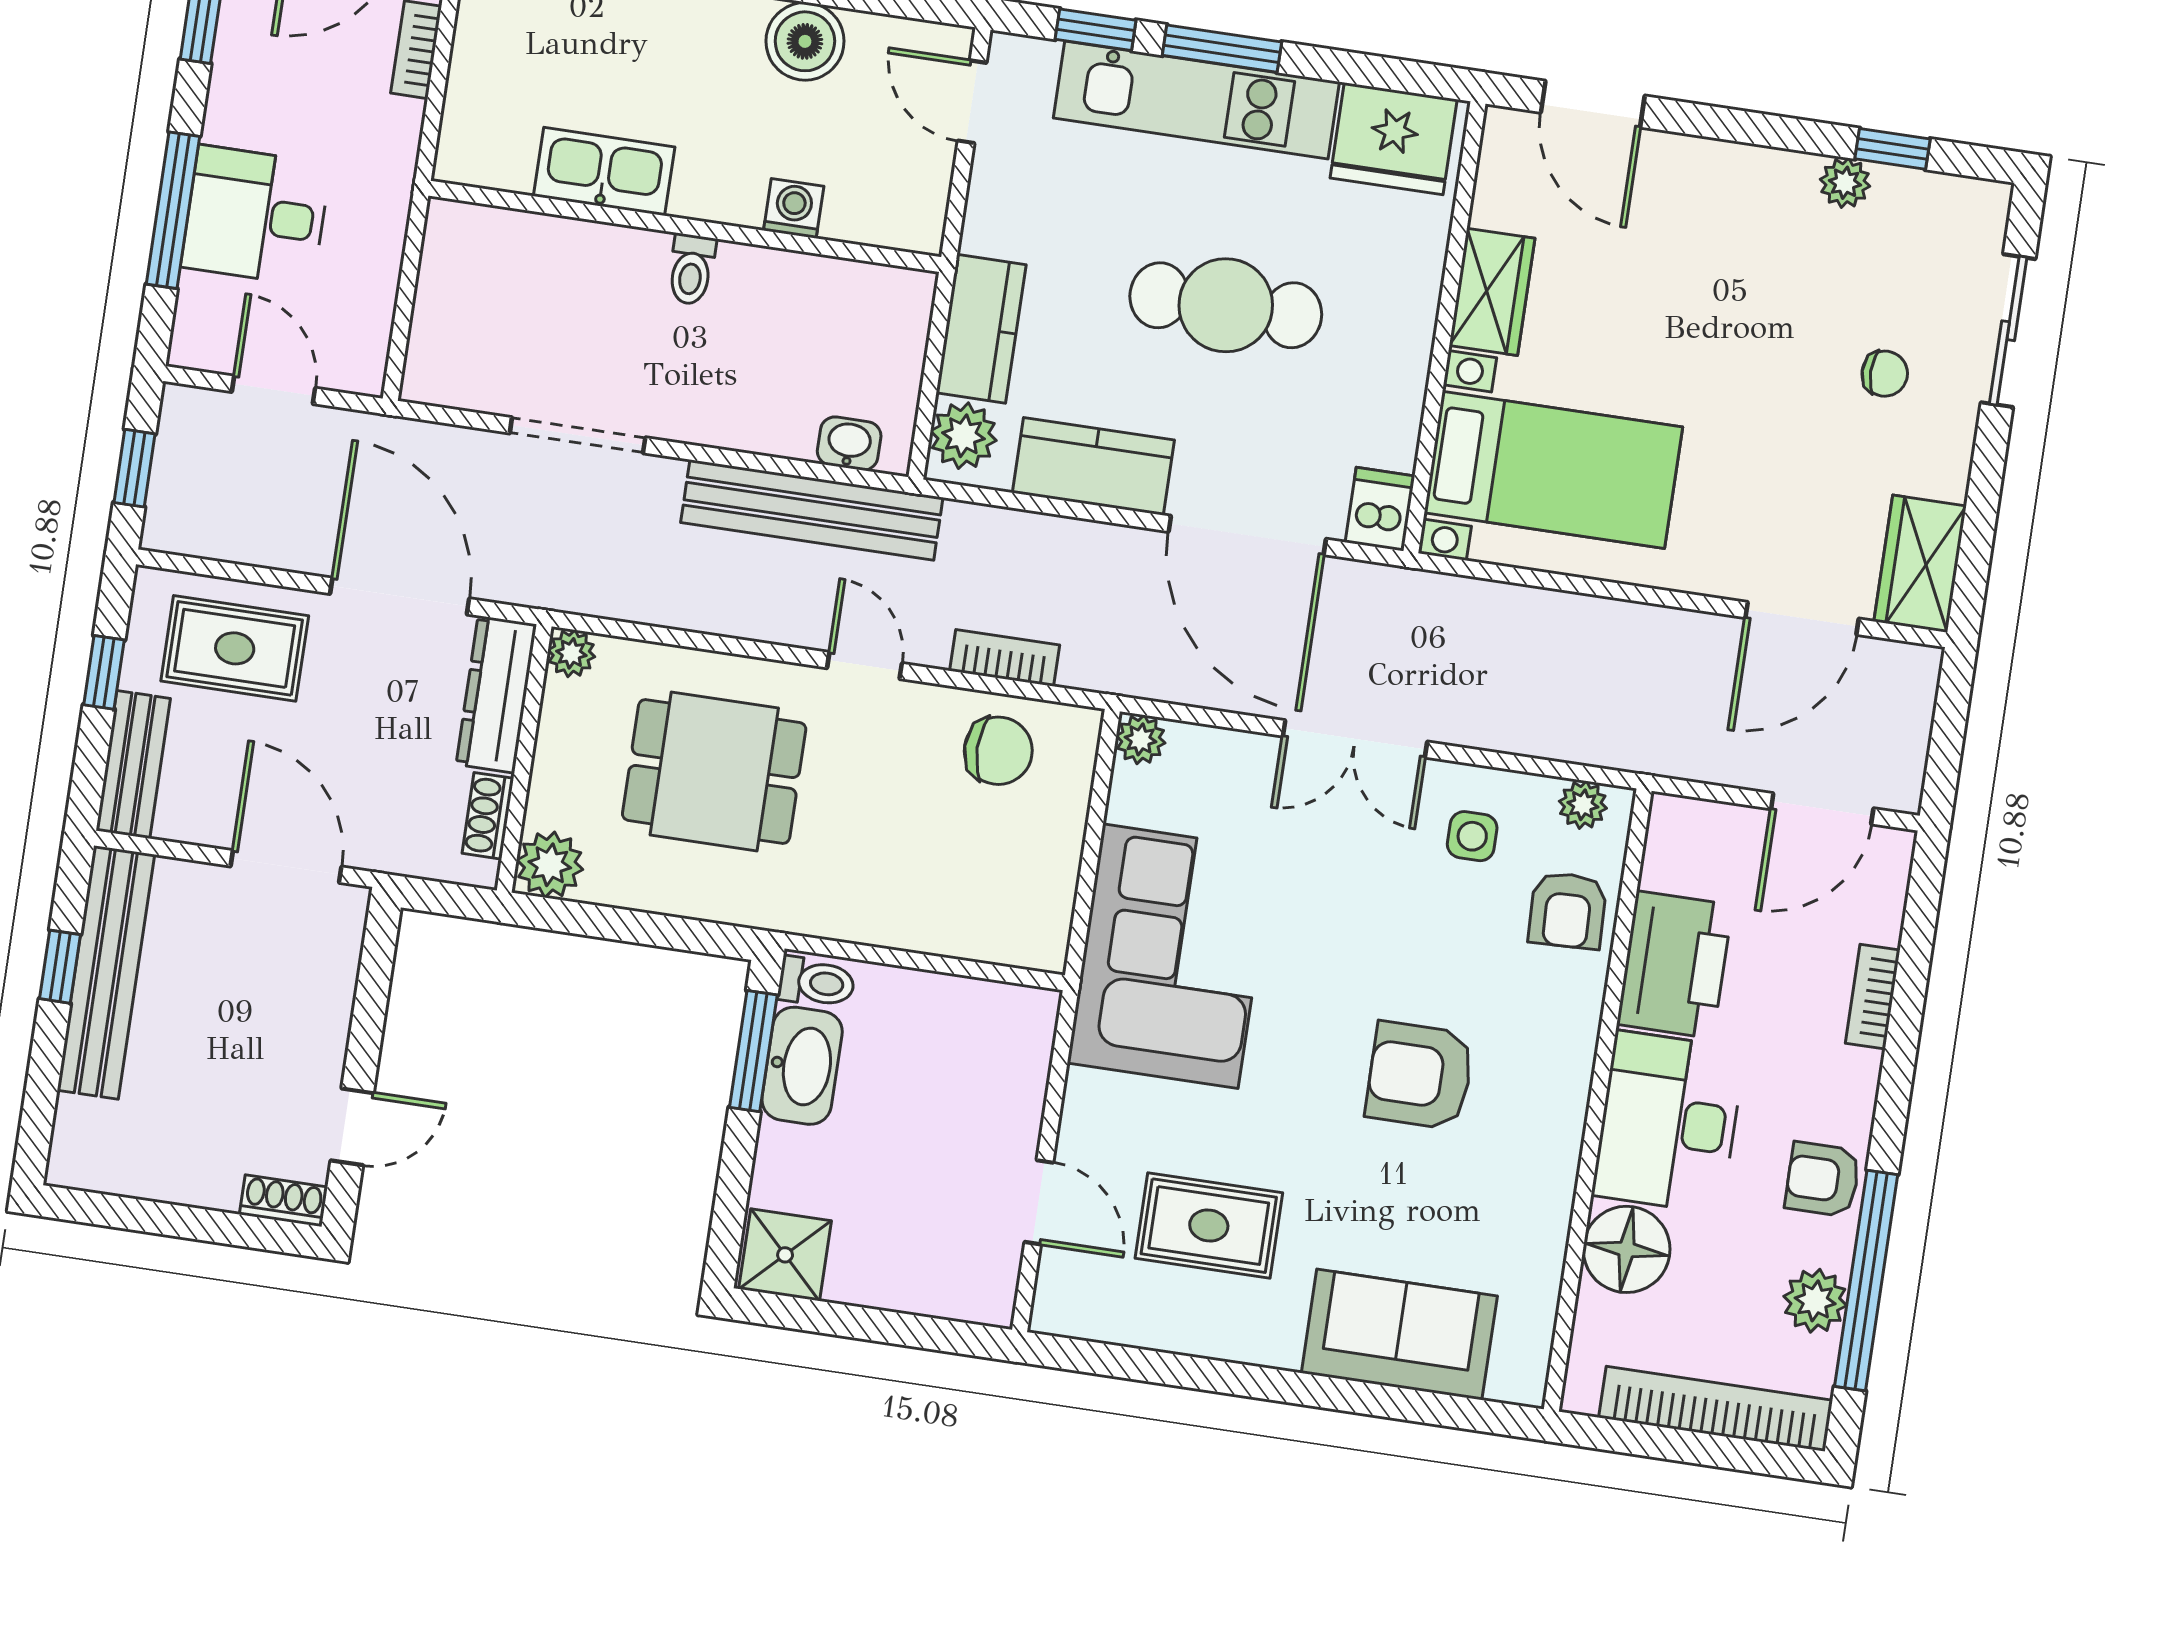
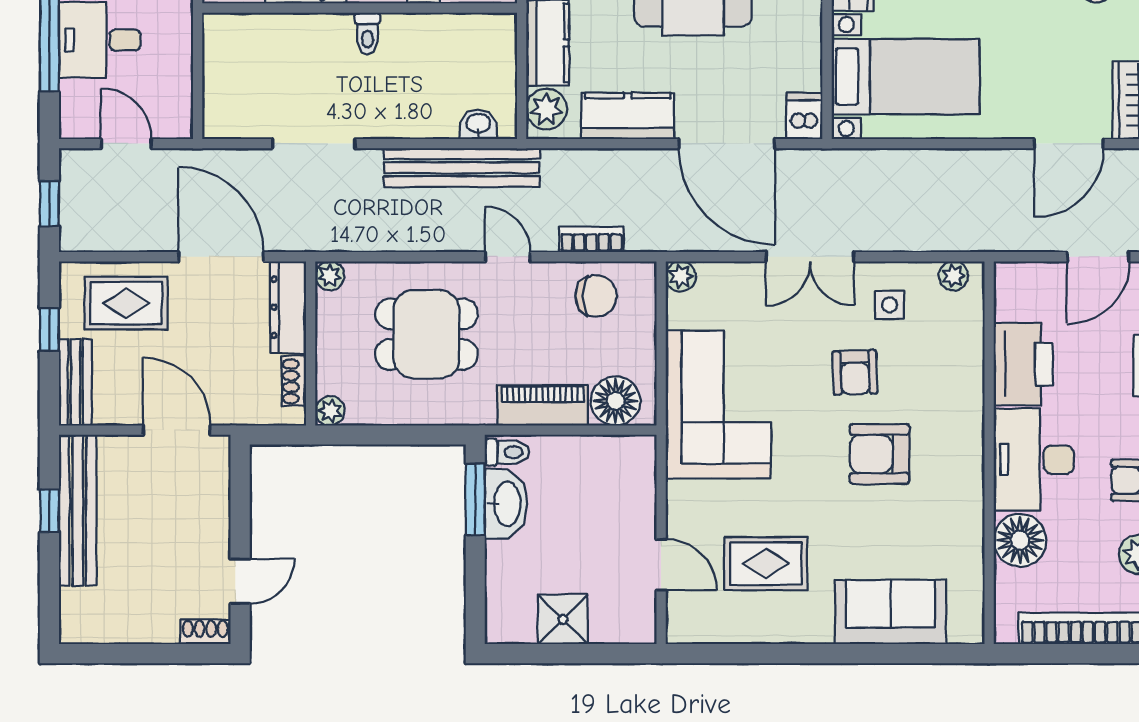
plant: (550, 865) -> (330, 411), width x0.73, depth x0.73
armchair: (1568, 910) -> (855, 372), moved
piano: (885, 915) -> (542, 405), added
floor lamp: (1005, 925) -> (616, 401), added
shower: (785, 1255) -> (563, 619), moved

